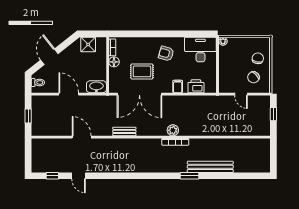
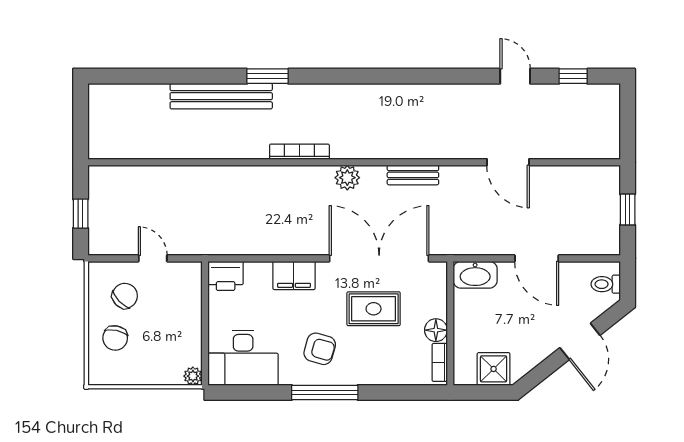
window: (164, 34) -> (325, 392), added
filing cabinet: (178, 86) -> (294, 275), width x2.00
printer: (196, 86) -> (226, 276), moved
plant: (173, 130) -> (347, 178), moved

